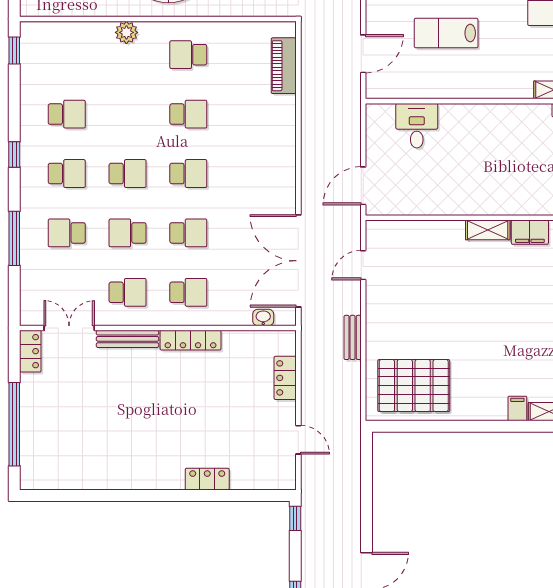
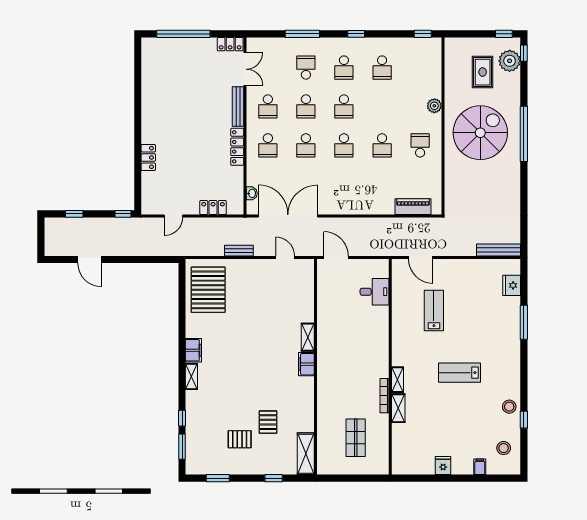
school desk: (128, 233) -> (306, 106), turned 180
filing cabinet: (517, 408) -> (193, 350), width x2.00

